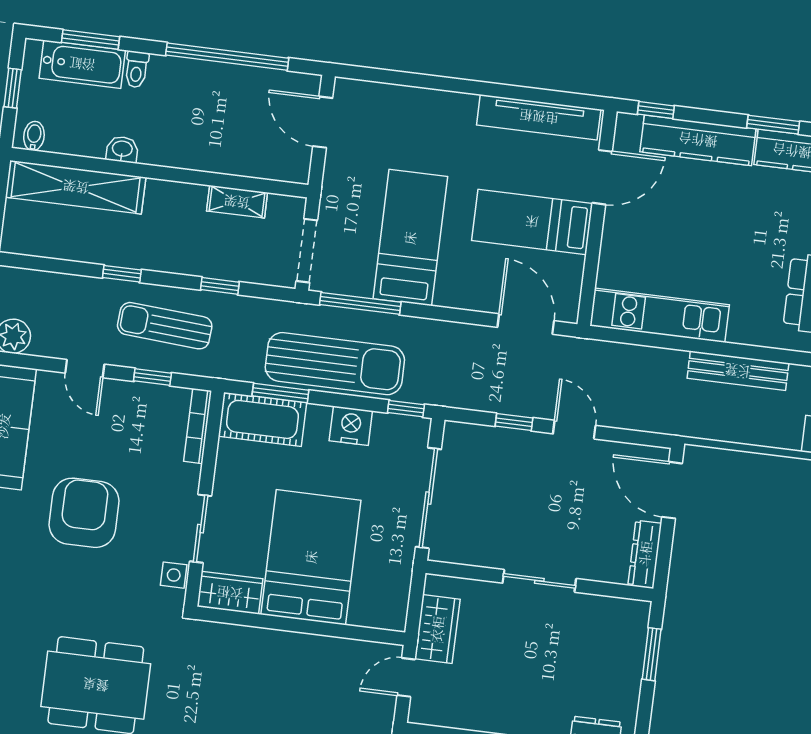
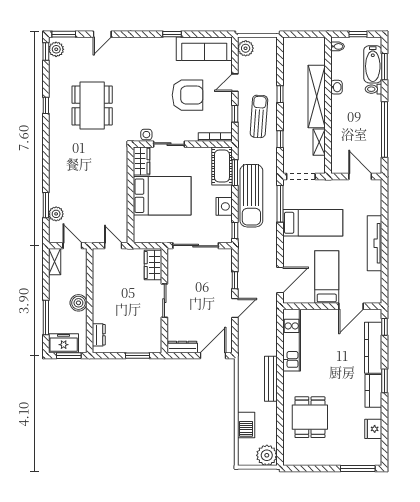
tv unit: (539, 117) -> (375, 243), moved
door: (323, 122) -> (360, 177), hinge flipped
door: (602, 177) -> (351, 306), hinge flipped
shelving: (76, 187) -> (317, 97), moved
armchair: (84, 513) -> (187, 95), moved
wardrobe: (437, 629) -> (153, 265), moved, turned 90

